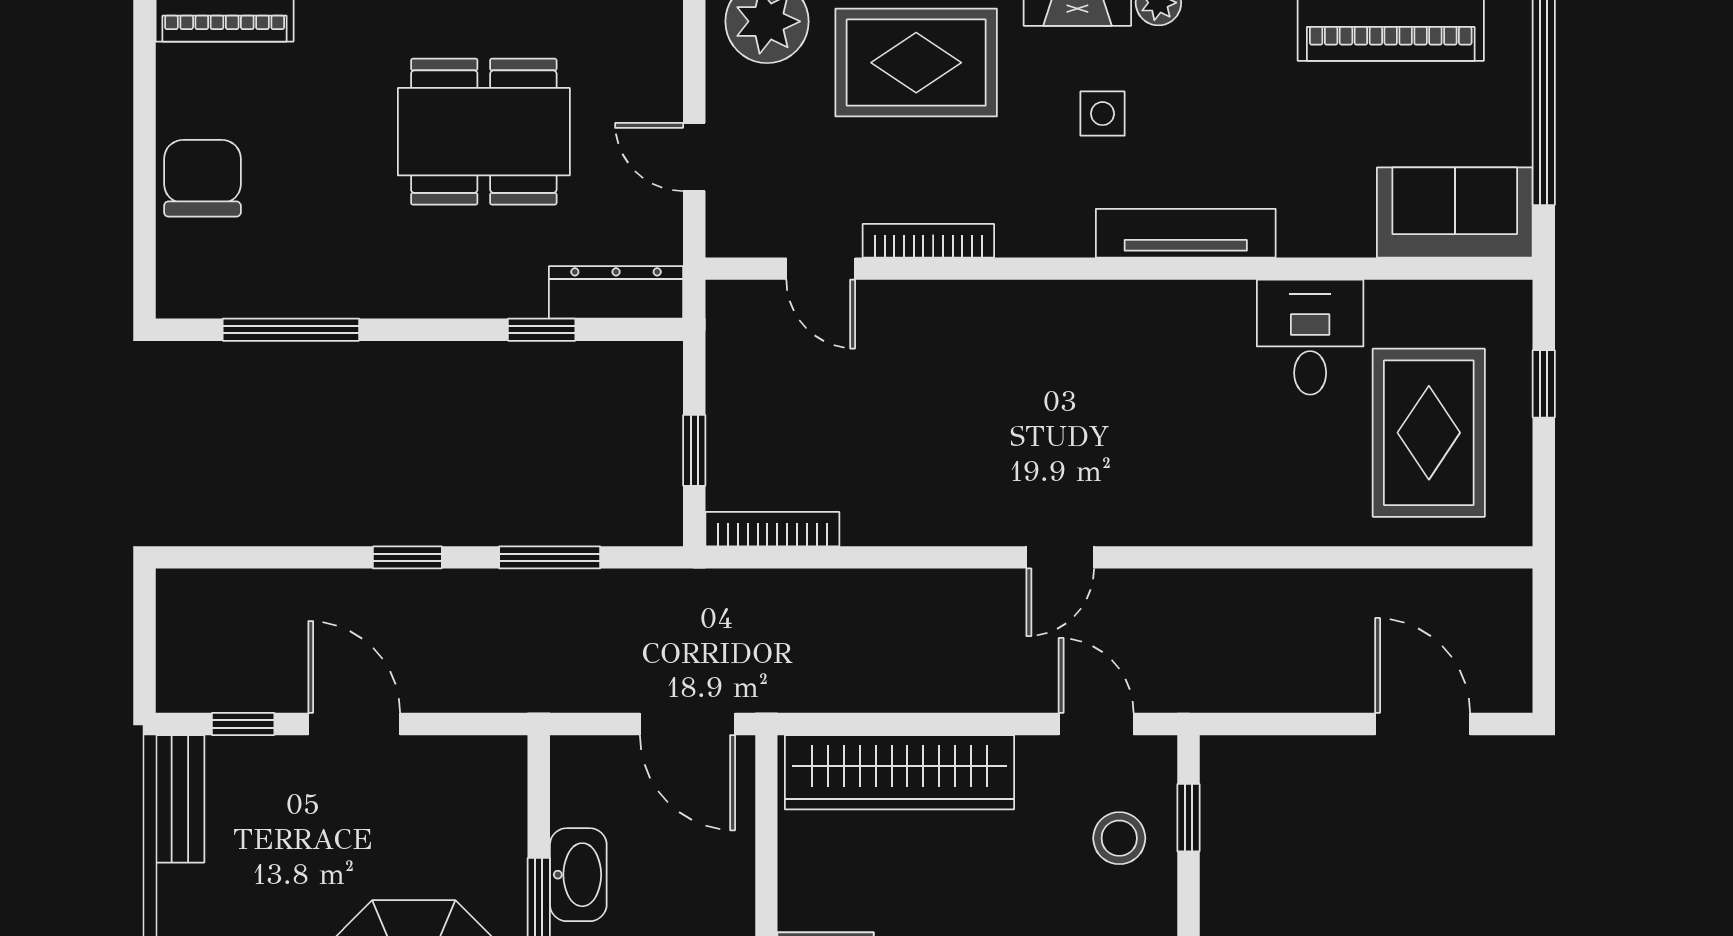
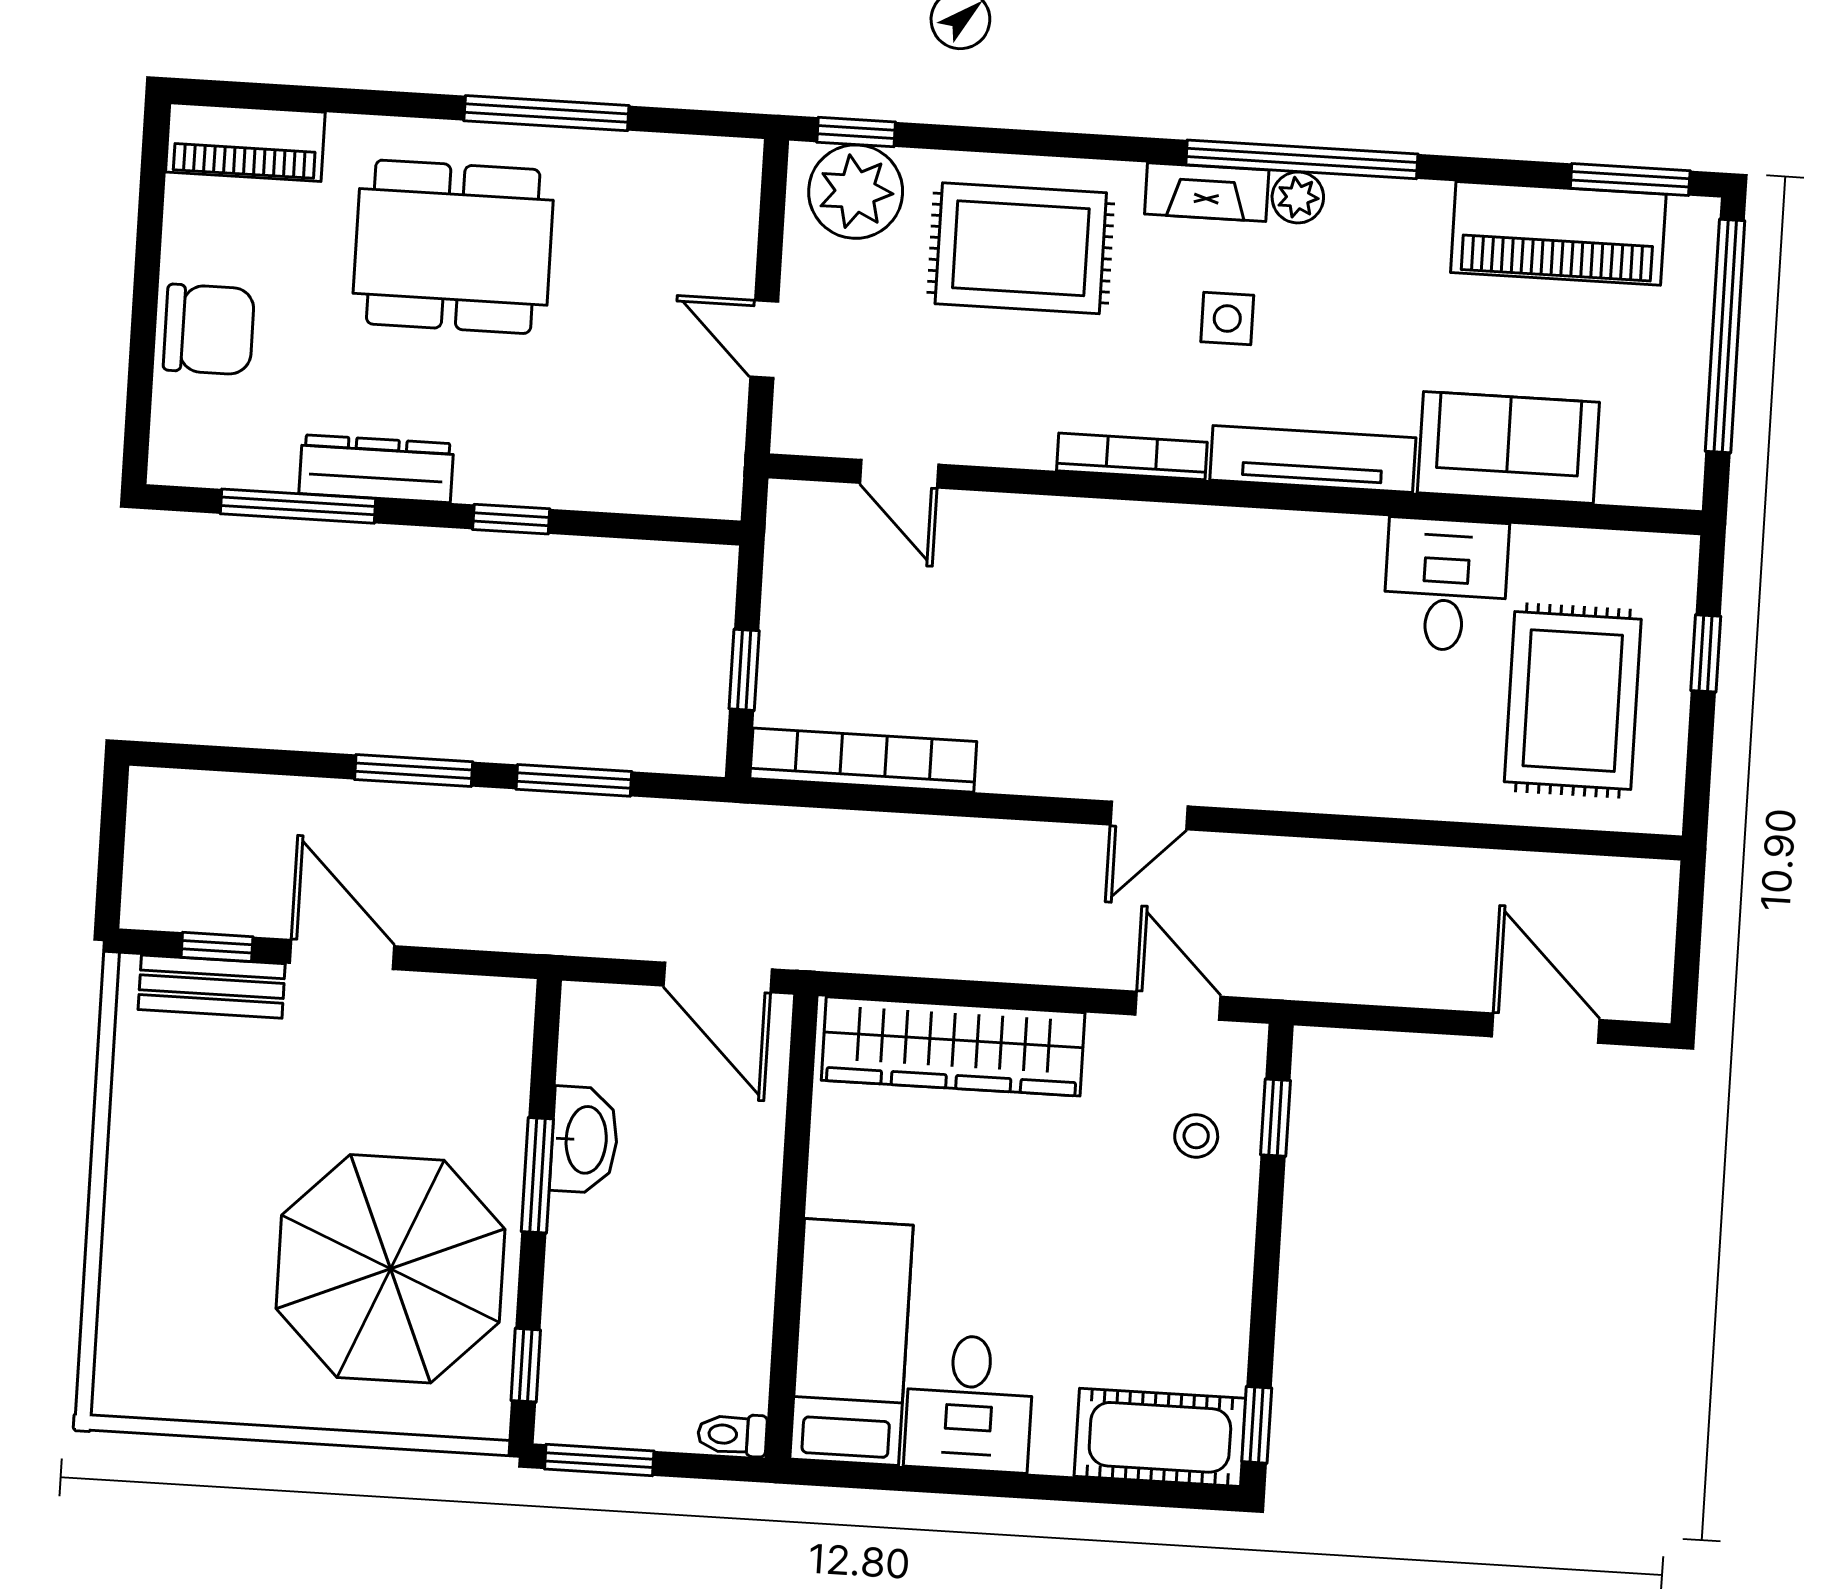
dining table: (484, 132) -> (453, 247), moved
chair: (202, 178) -> (209, 329), turned 90
sofa: (1455, 212) -> (1508, 448), moved
bookcase: (928, 241) -> (1132, 456), moved
dresser: (616, 292) -> (376, 469), moved
window: (542, 330) -> (511, 519), moved
bookcase: (772, 529) -> (863, 760), width x1.48, depth x1.31
window: (407, 557) -> (414, 771), width x1.50
bench: (180, 799) -> (212, 987), moved, turned 90
stool: (1119, 838) -> (1196, 1136), width x0.73, depth x0.73

